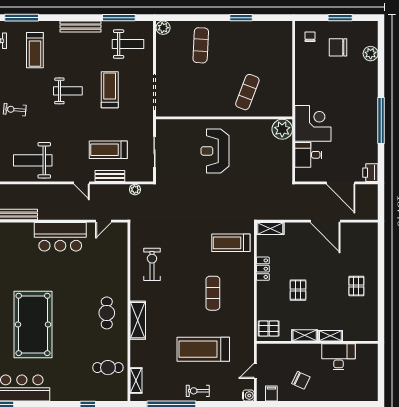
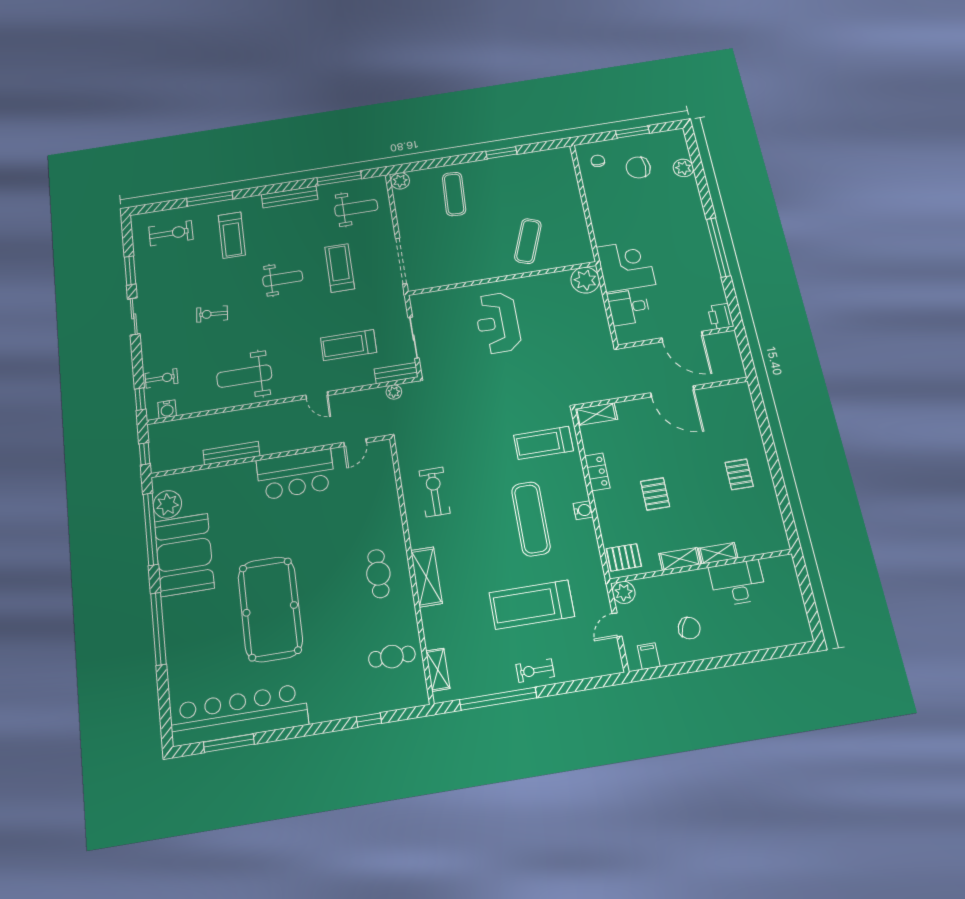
bench: (110, 176) -> (396, 373), moved
exercise mat: (213, 293) -> (531, 519), width x1.36, depth x1.45
plant: (264, 351) -> (624, 592), added
water cooler: (248, 395) -> (583, 510), moved

